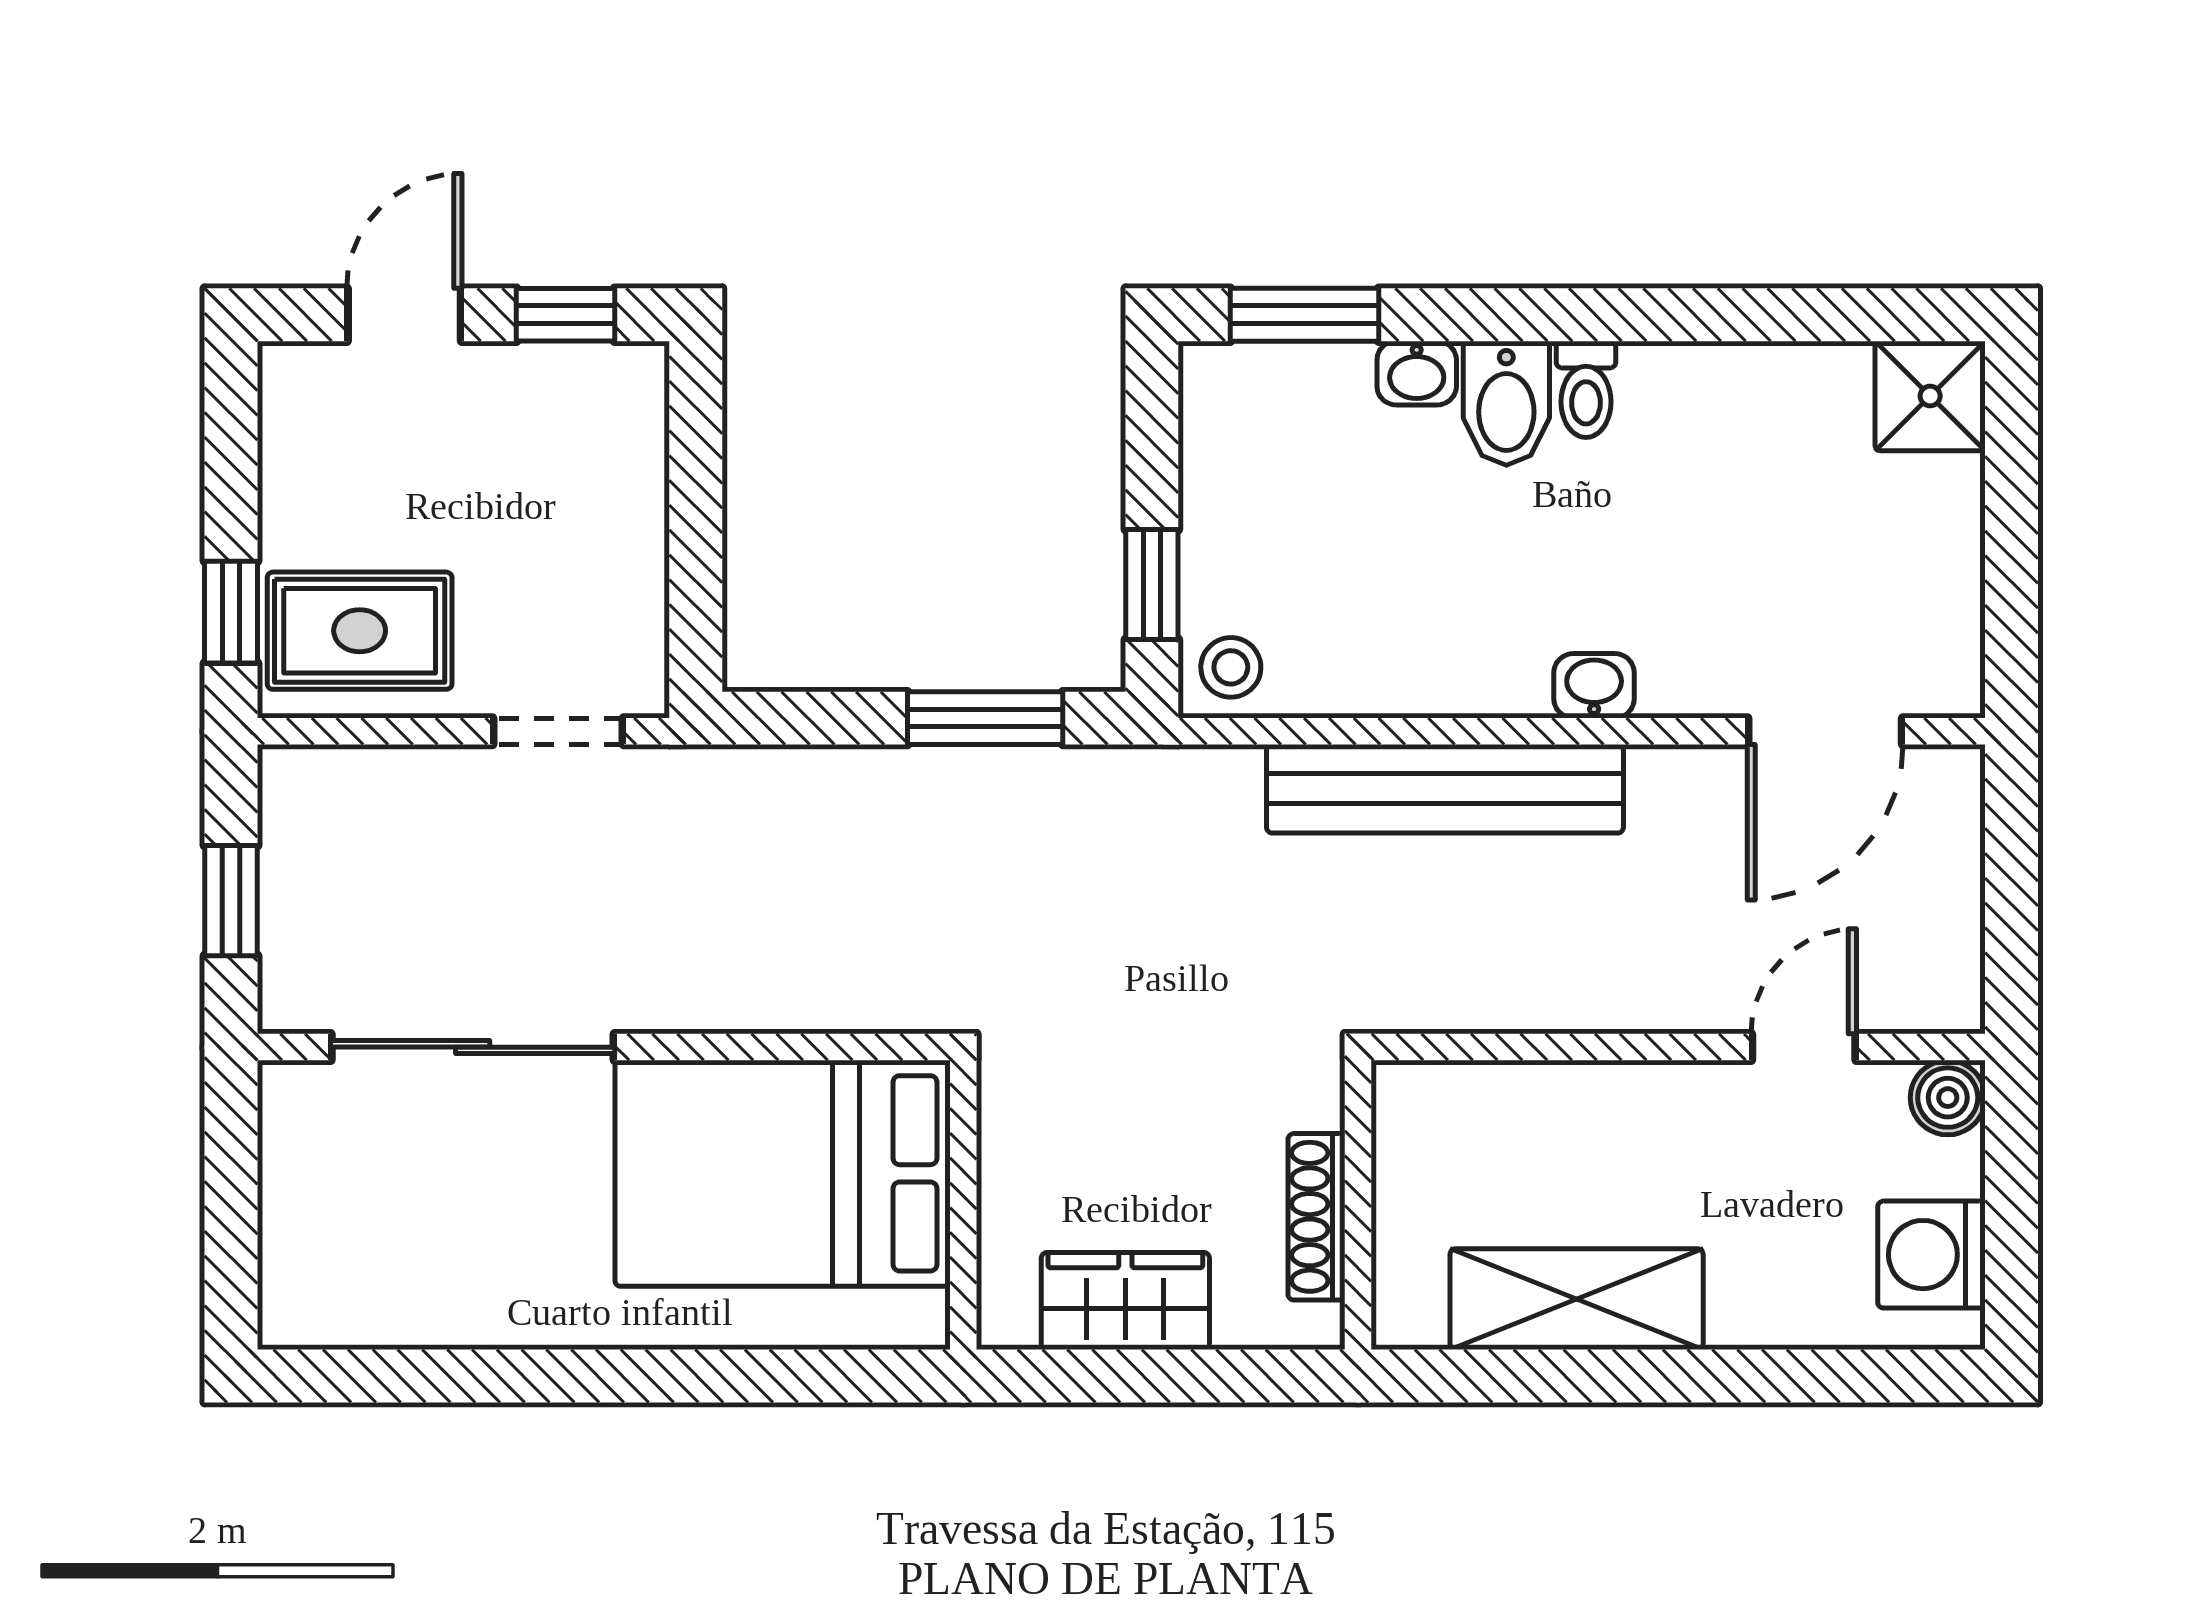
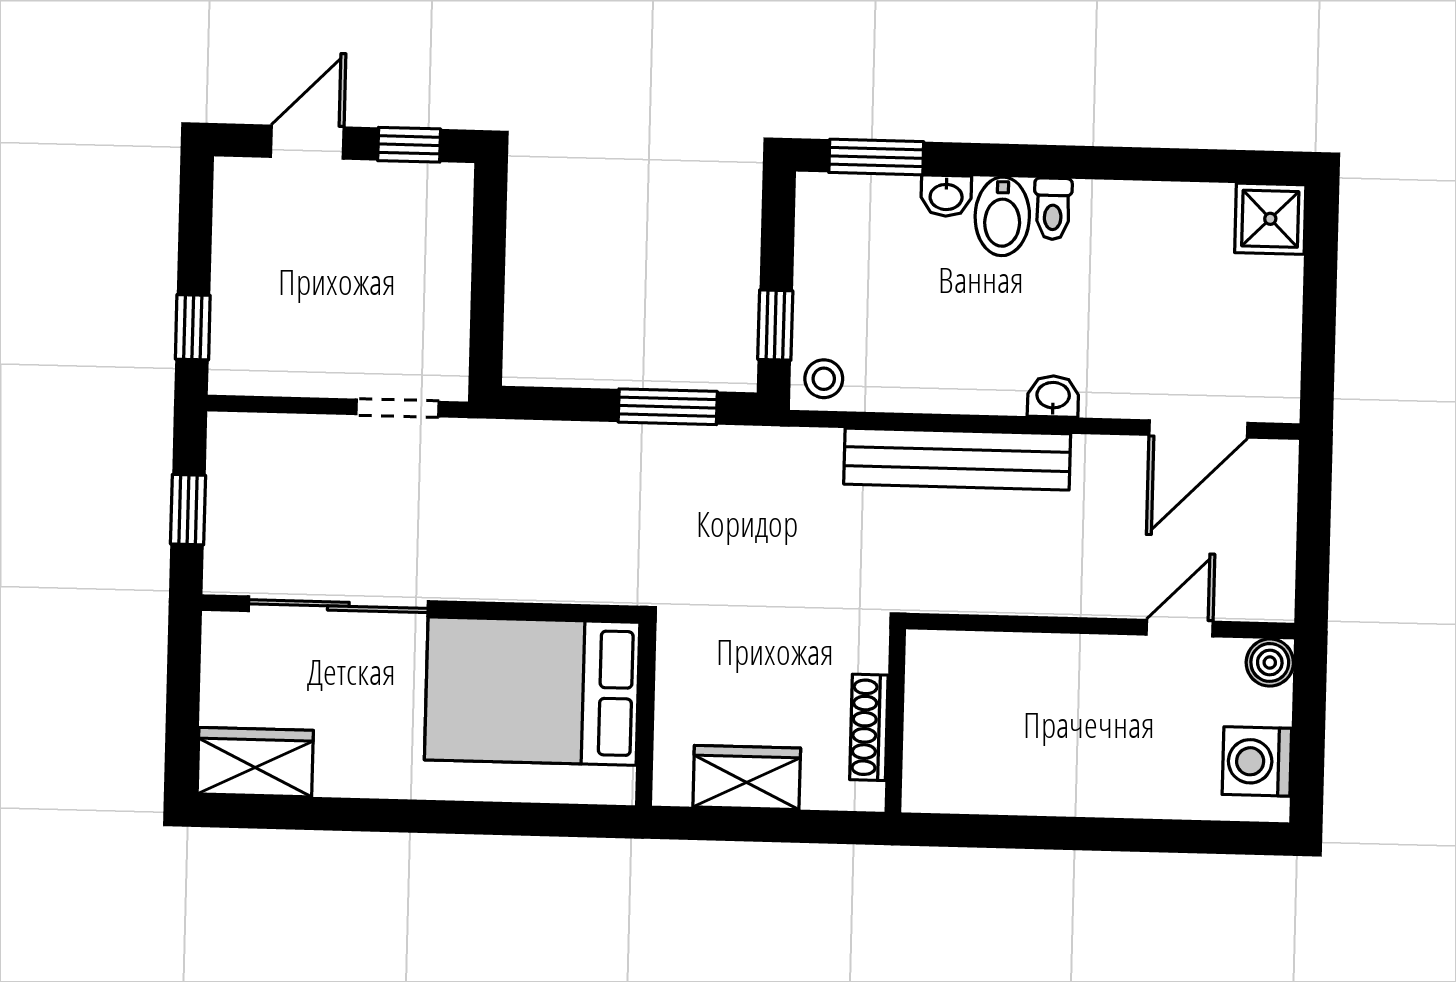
rug: (360, 631) -> (274, 341), removed
wardrobe: (348, 1297) -> (255, 762), added
shelving: (1577, 1299) -> (1032, 784), removed

